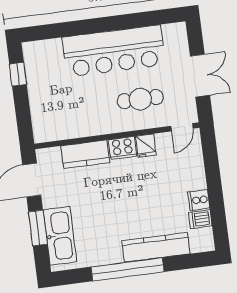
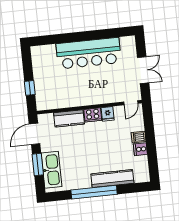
window: (18, 74) -> (30, 88), moved
cafe table: (140, 99) -> (105, 84), removed
dishwasher: (200, 219) -> (139, 137), moved

